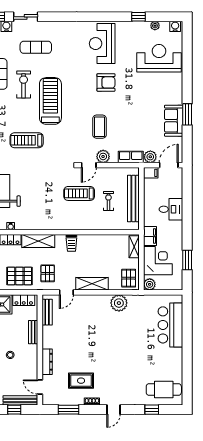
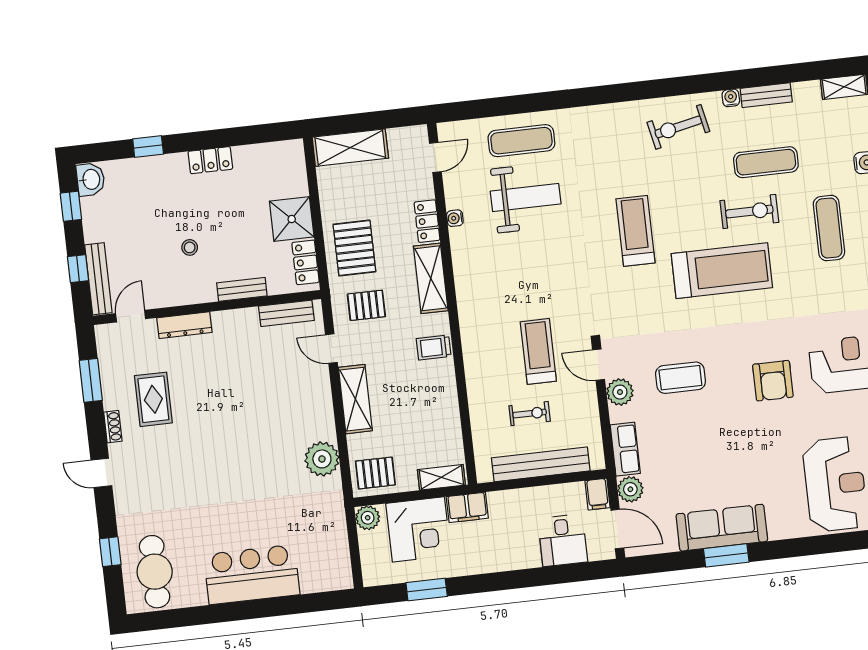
sofa: (174, 121) -> (722, 528), width x1.36
desk: (171, 209) -> (563, 540), moved
bar counter: (170, 325) -> (252, 575), moved

